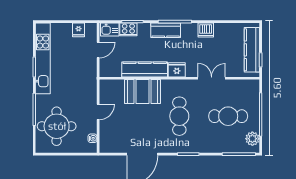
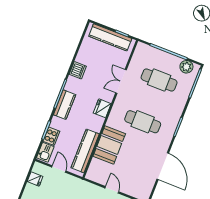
kitchen counter: (145, 69) -> (85, 151), moved
cafe table: (228, 116) -> (159, 80), turned 90

